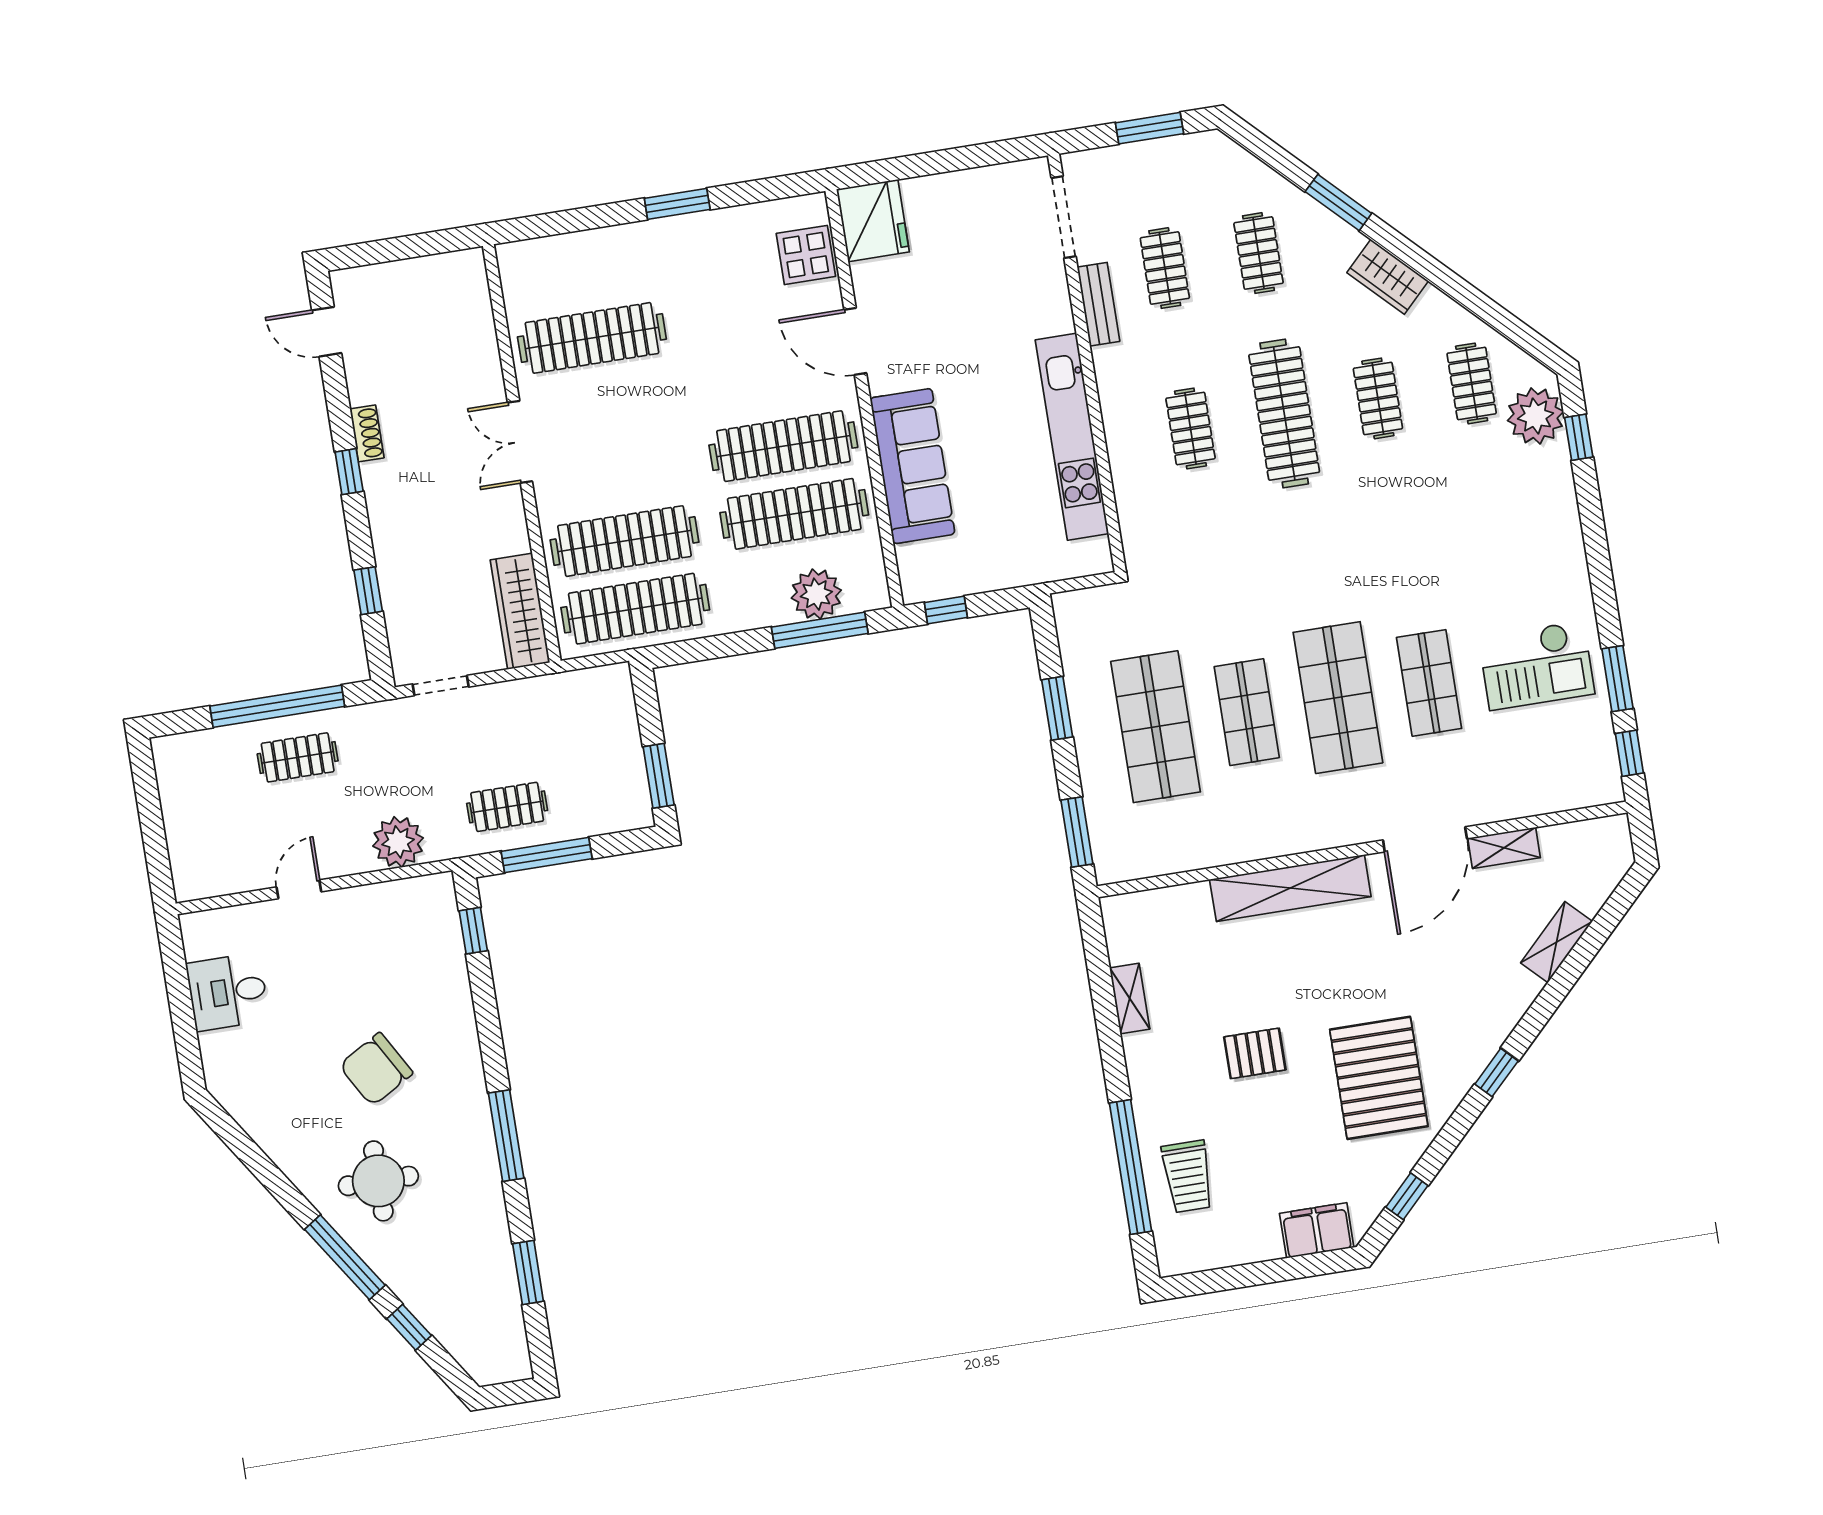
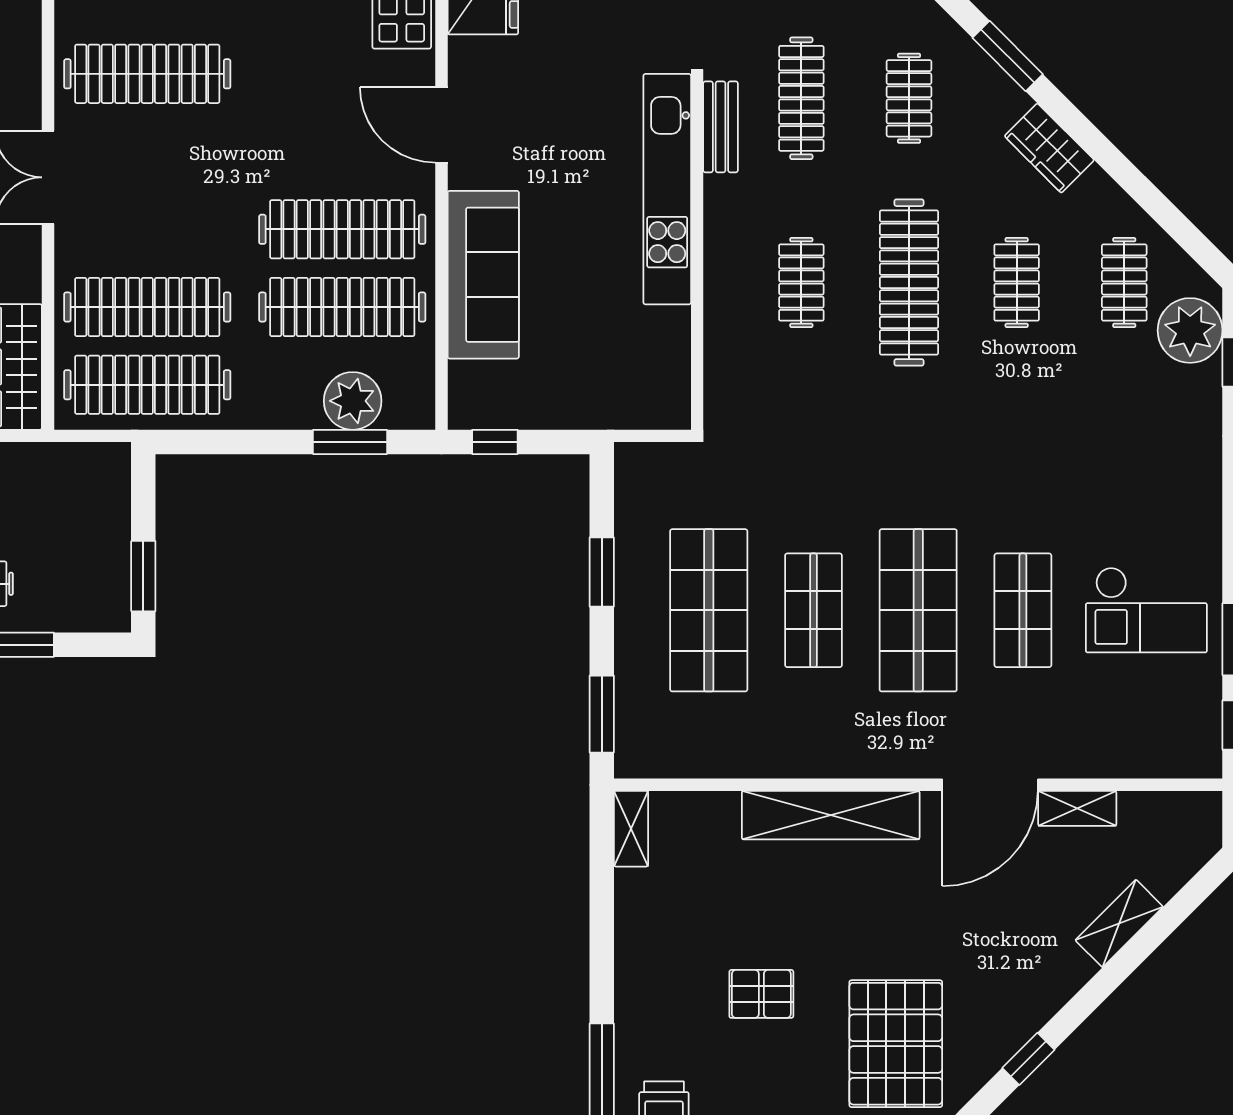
clothes rail: (1165, 268) -> (801, 98), width x1.36
kitchen unit: (1072, 437) -> (667, 189), moved
window: (820, 630) -> (350, 442), width x0.69
shelving: (1130, 999) -> (631, 829), moved

